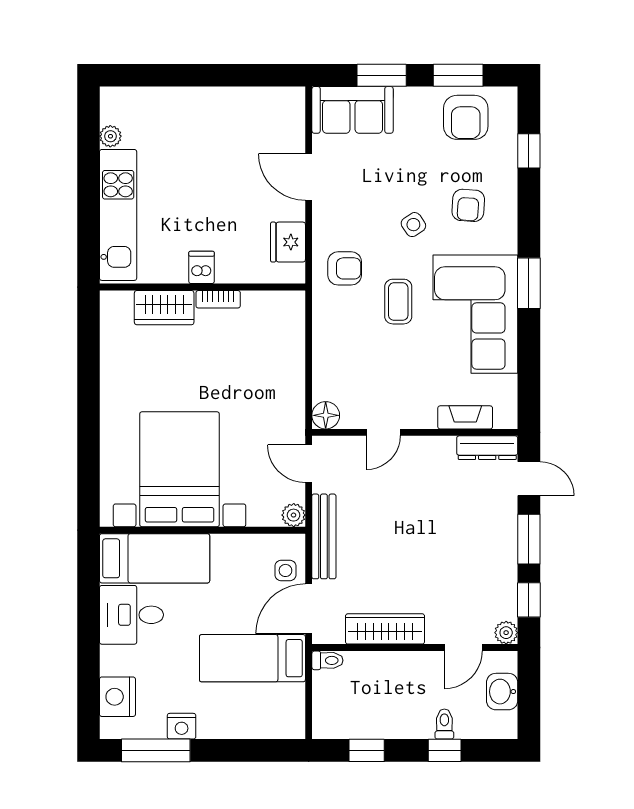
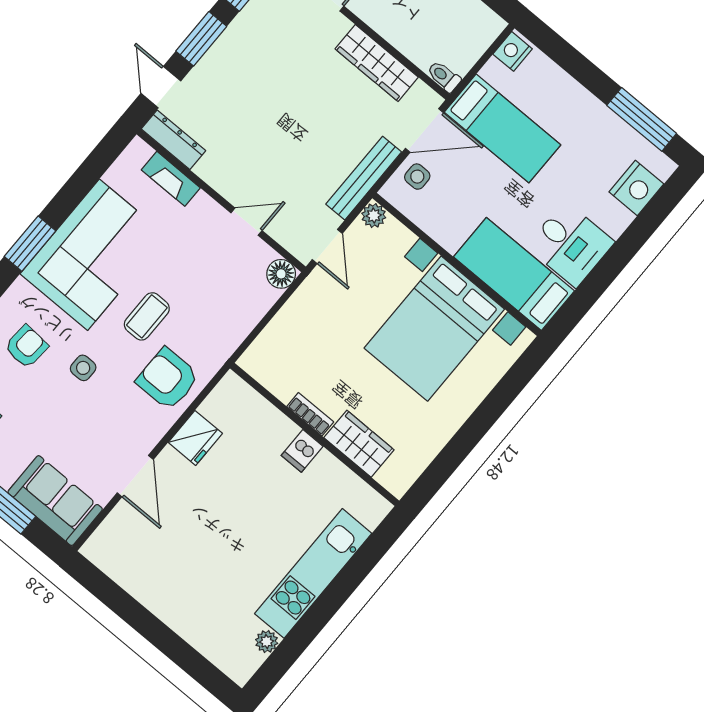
side table: (413, 225) -> (83, 368), turned 34
dishwasher: (202, 267) -> (302, 451), moved
armchair: (345, 268) -> (168, 379), width x1.38, depth x1.38
wall: (202, 287) -> (315, 435), moved
bookcase: (218, 299) -> (310, 414), moved
wardrobe: (164, 308) -> (359, 444), moved
nightstand: (182, 726) -> (513, 51), moved, turned -90

